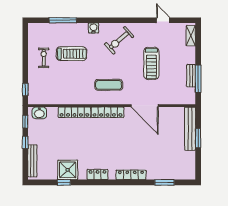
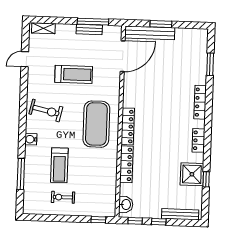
exercise bike: (119, 40) -> (46, 110), turned -36
treadmill: (72, 54) -> (59, 165), turned 180
exercise mat: (109, 85) -> (96, 124), width x2.00, depth x1.45
door: (145, 106) -> (123, 56), moved

